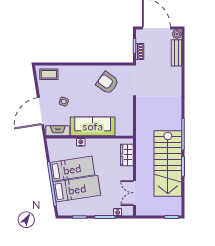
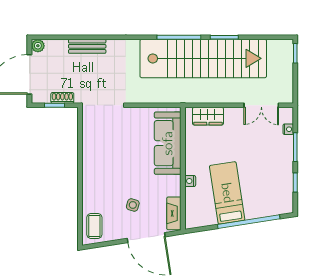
bench: (177, 53) -> (87, 46), moved
armchair: (107, 83) -> (107, 144), removed
sofa: (93, 126) -> (168, 143), moved
stairs: (168, 164) -> (203, 58), width x1.36
bed: (77, 189) -> (255, 187), removed

